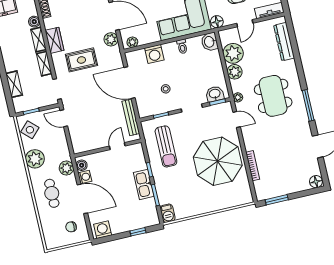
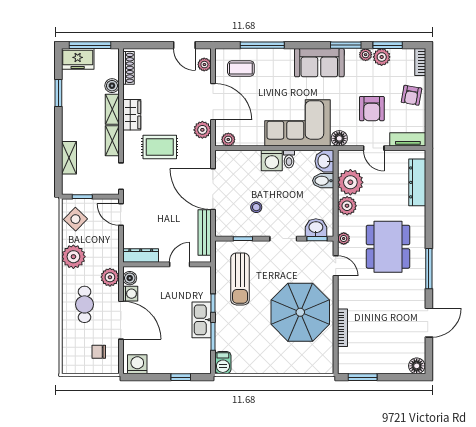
door: (245, 23) -> (374, 148), hinge flipped
washing machine: (154, 54) -> (272, 161), moved
bidet: (212, 57) -> (323, 181), added
dresser: (86, 146) -> (141, 256), added

